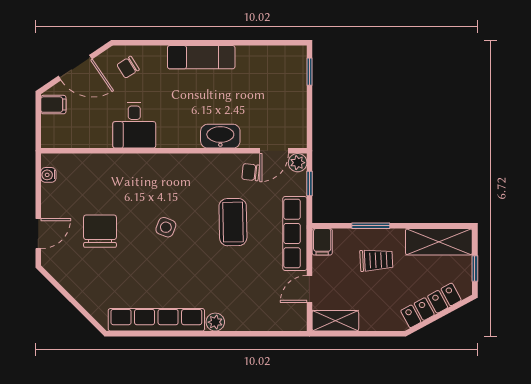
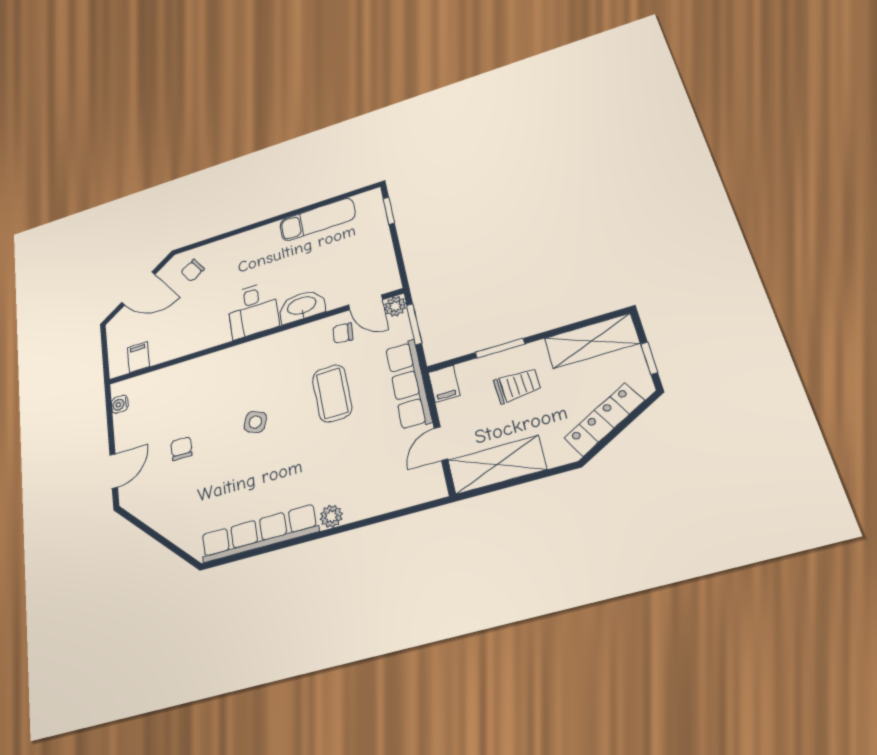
exam couch: (201, 57) -> (317, 219), moved
filing cabinet: (53, 105) -> (138, 357), moved, turned -90
desk: (134, 125) -> (253, 310), moved
door: (274, 151) -> (366, 302), hinge flipped
window: (309, 184) -> (414, 324), width x1.50
chair: (100, 231) -> (181, 448), width x0.54, depth x0.54
shelving: (335, 321) -> (497, 465), width x1.50, depth x1.33

